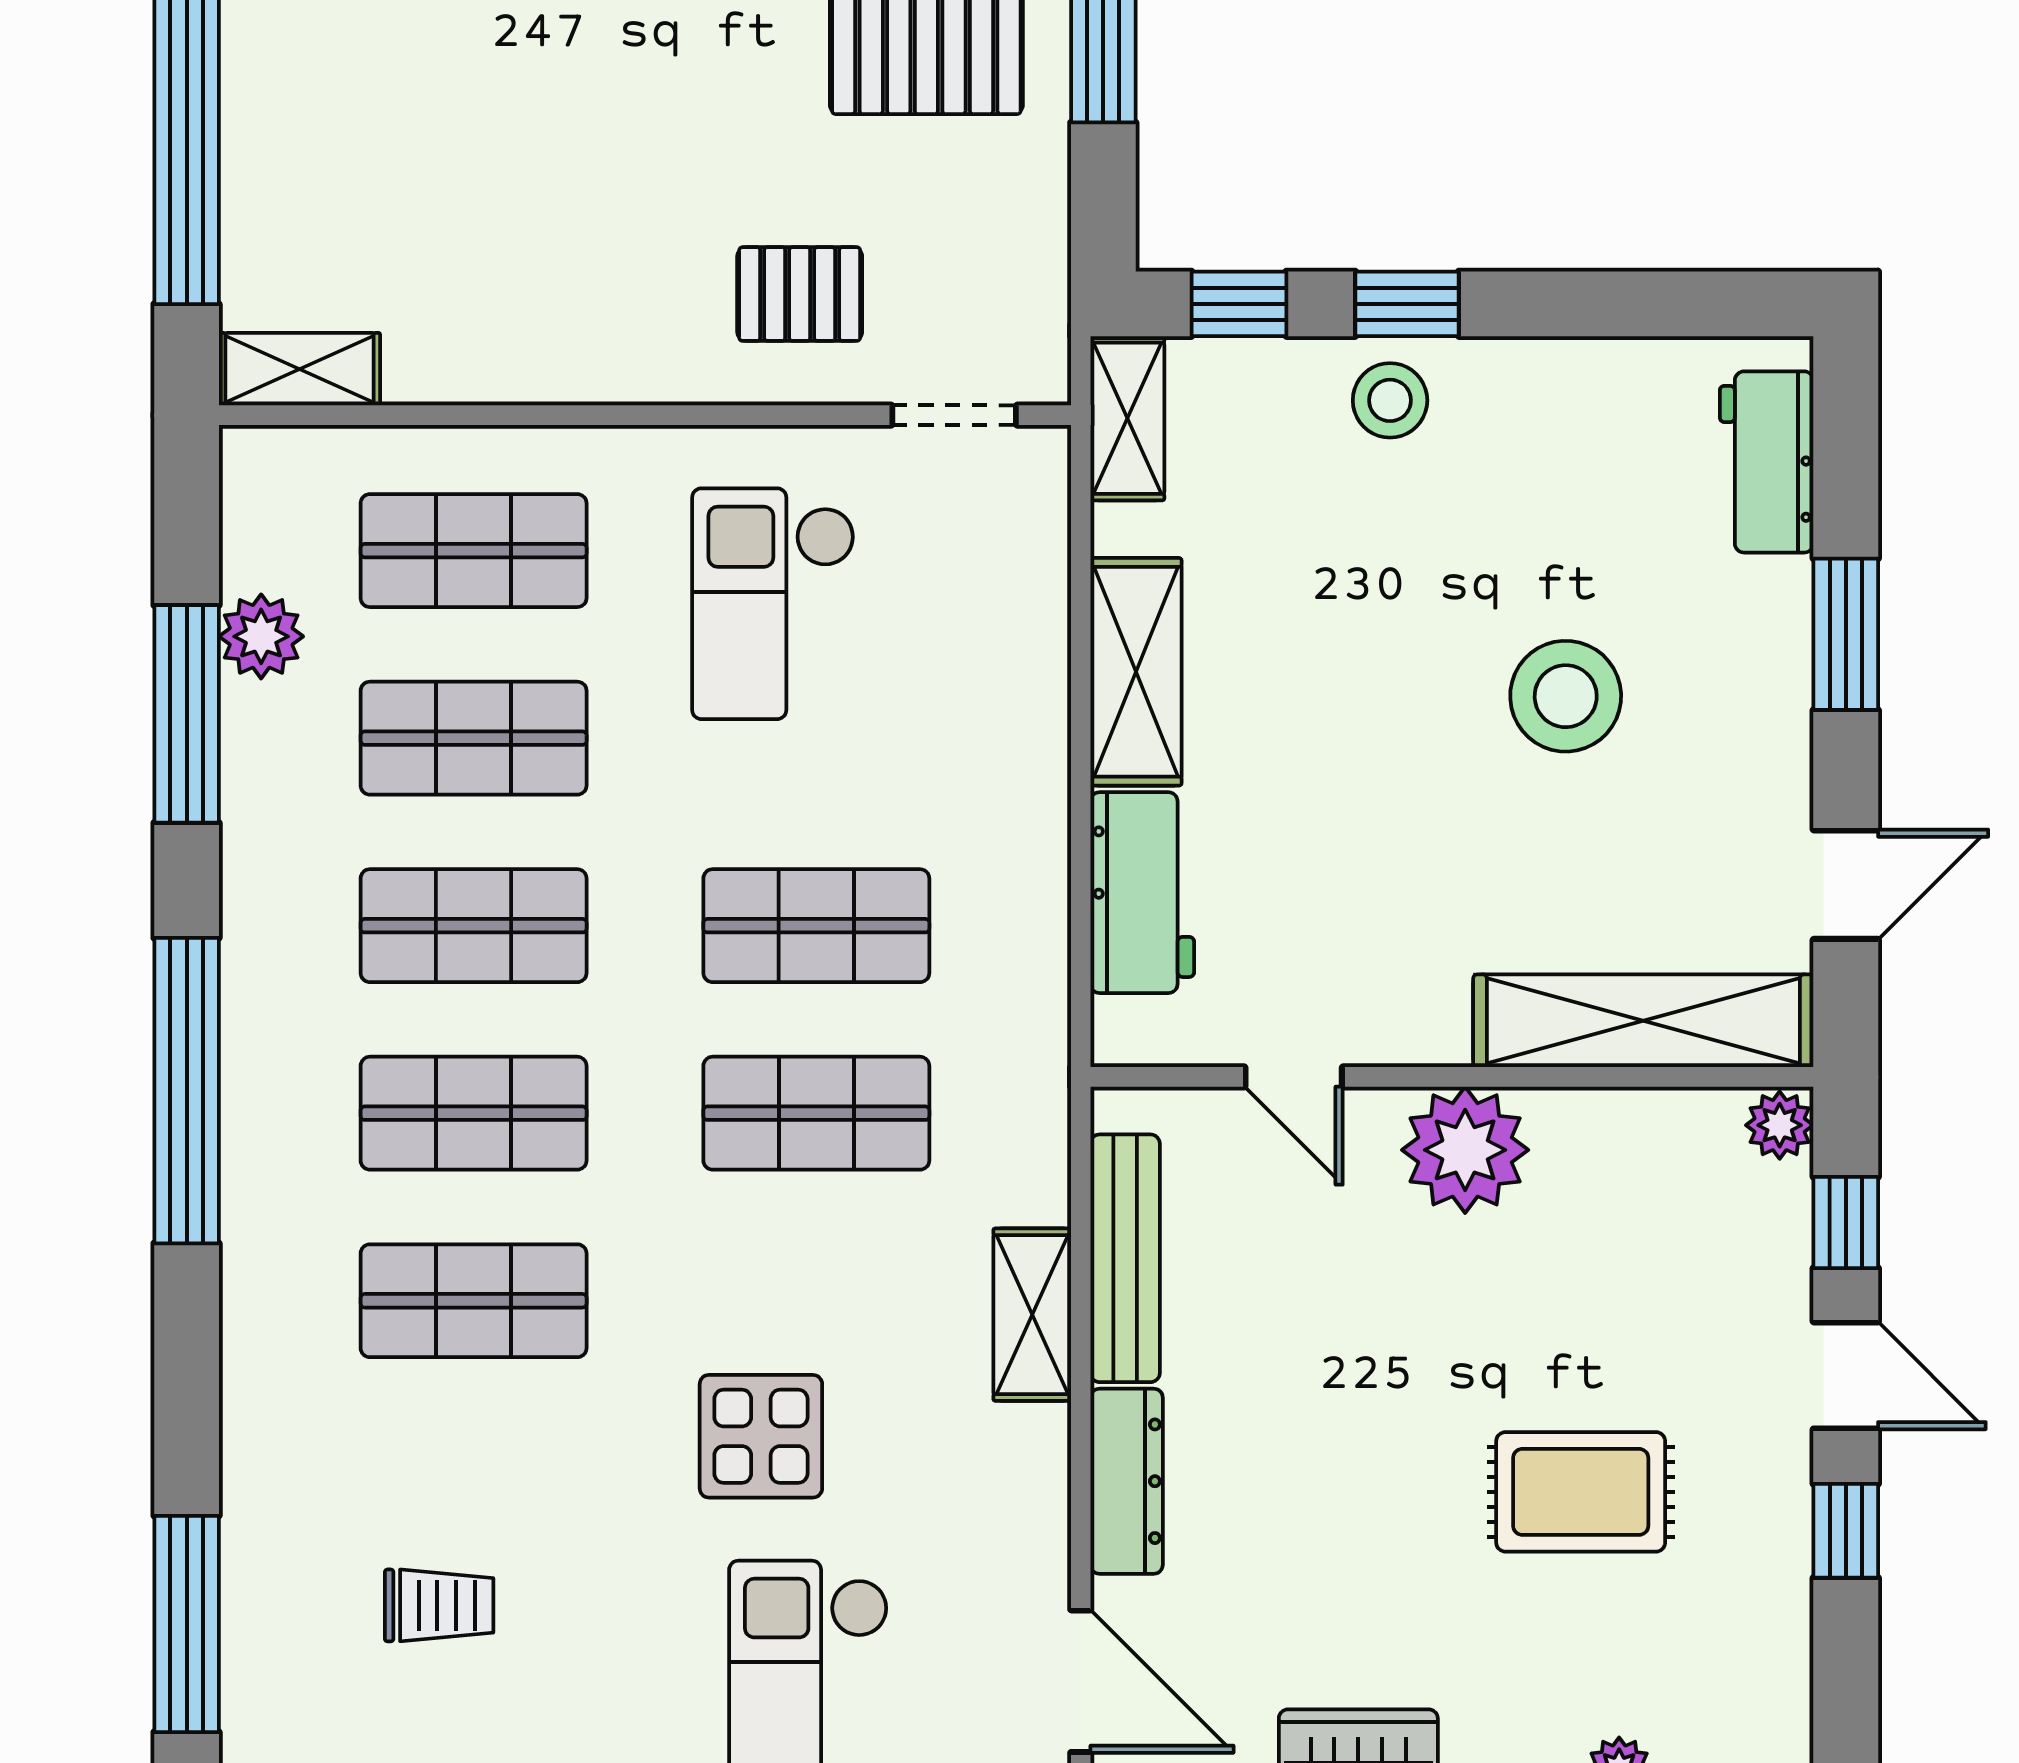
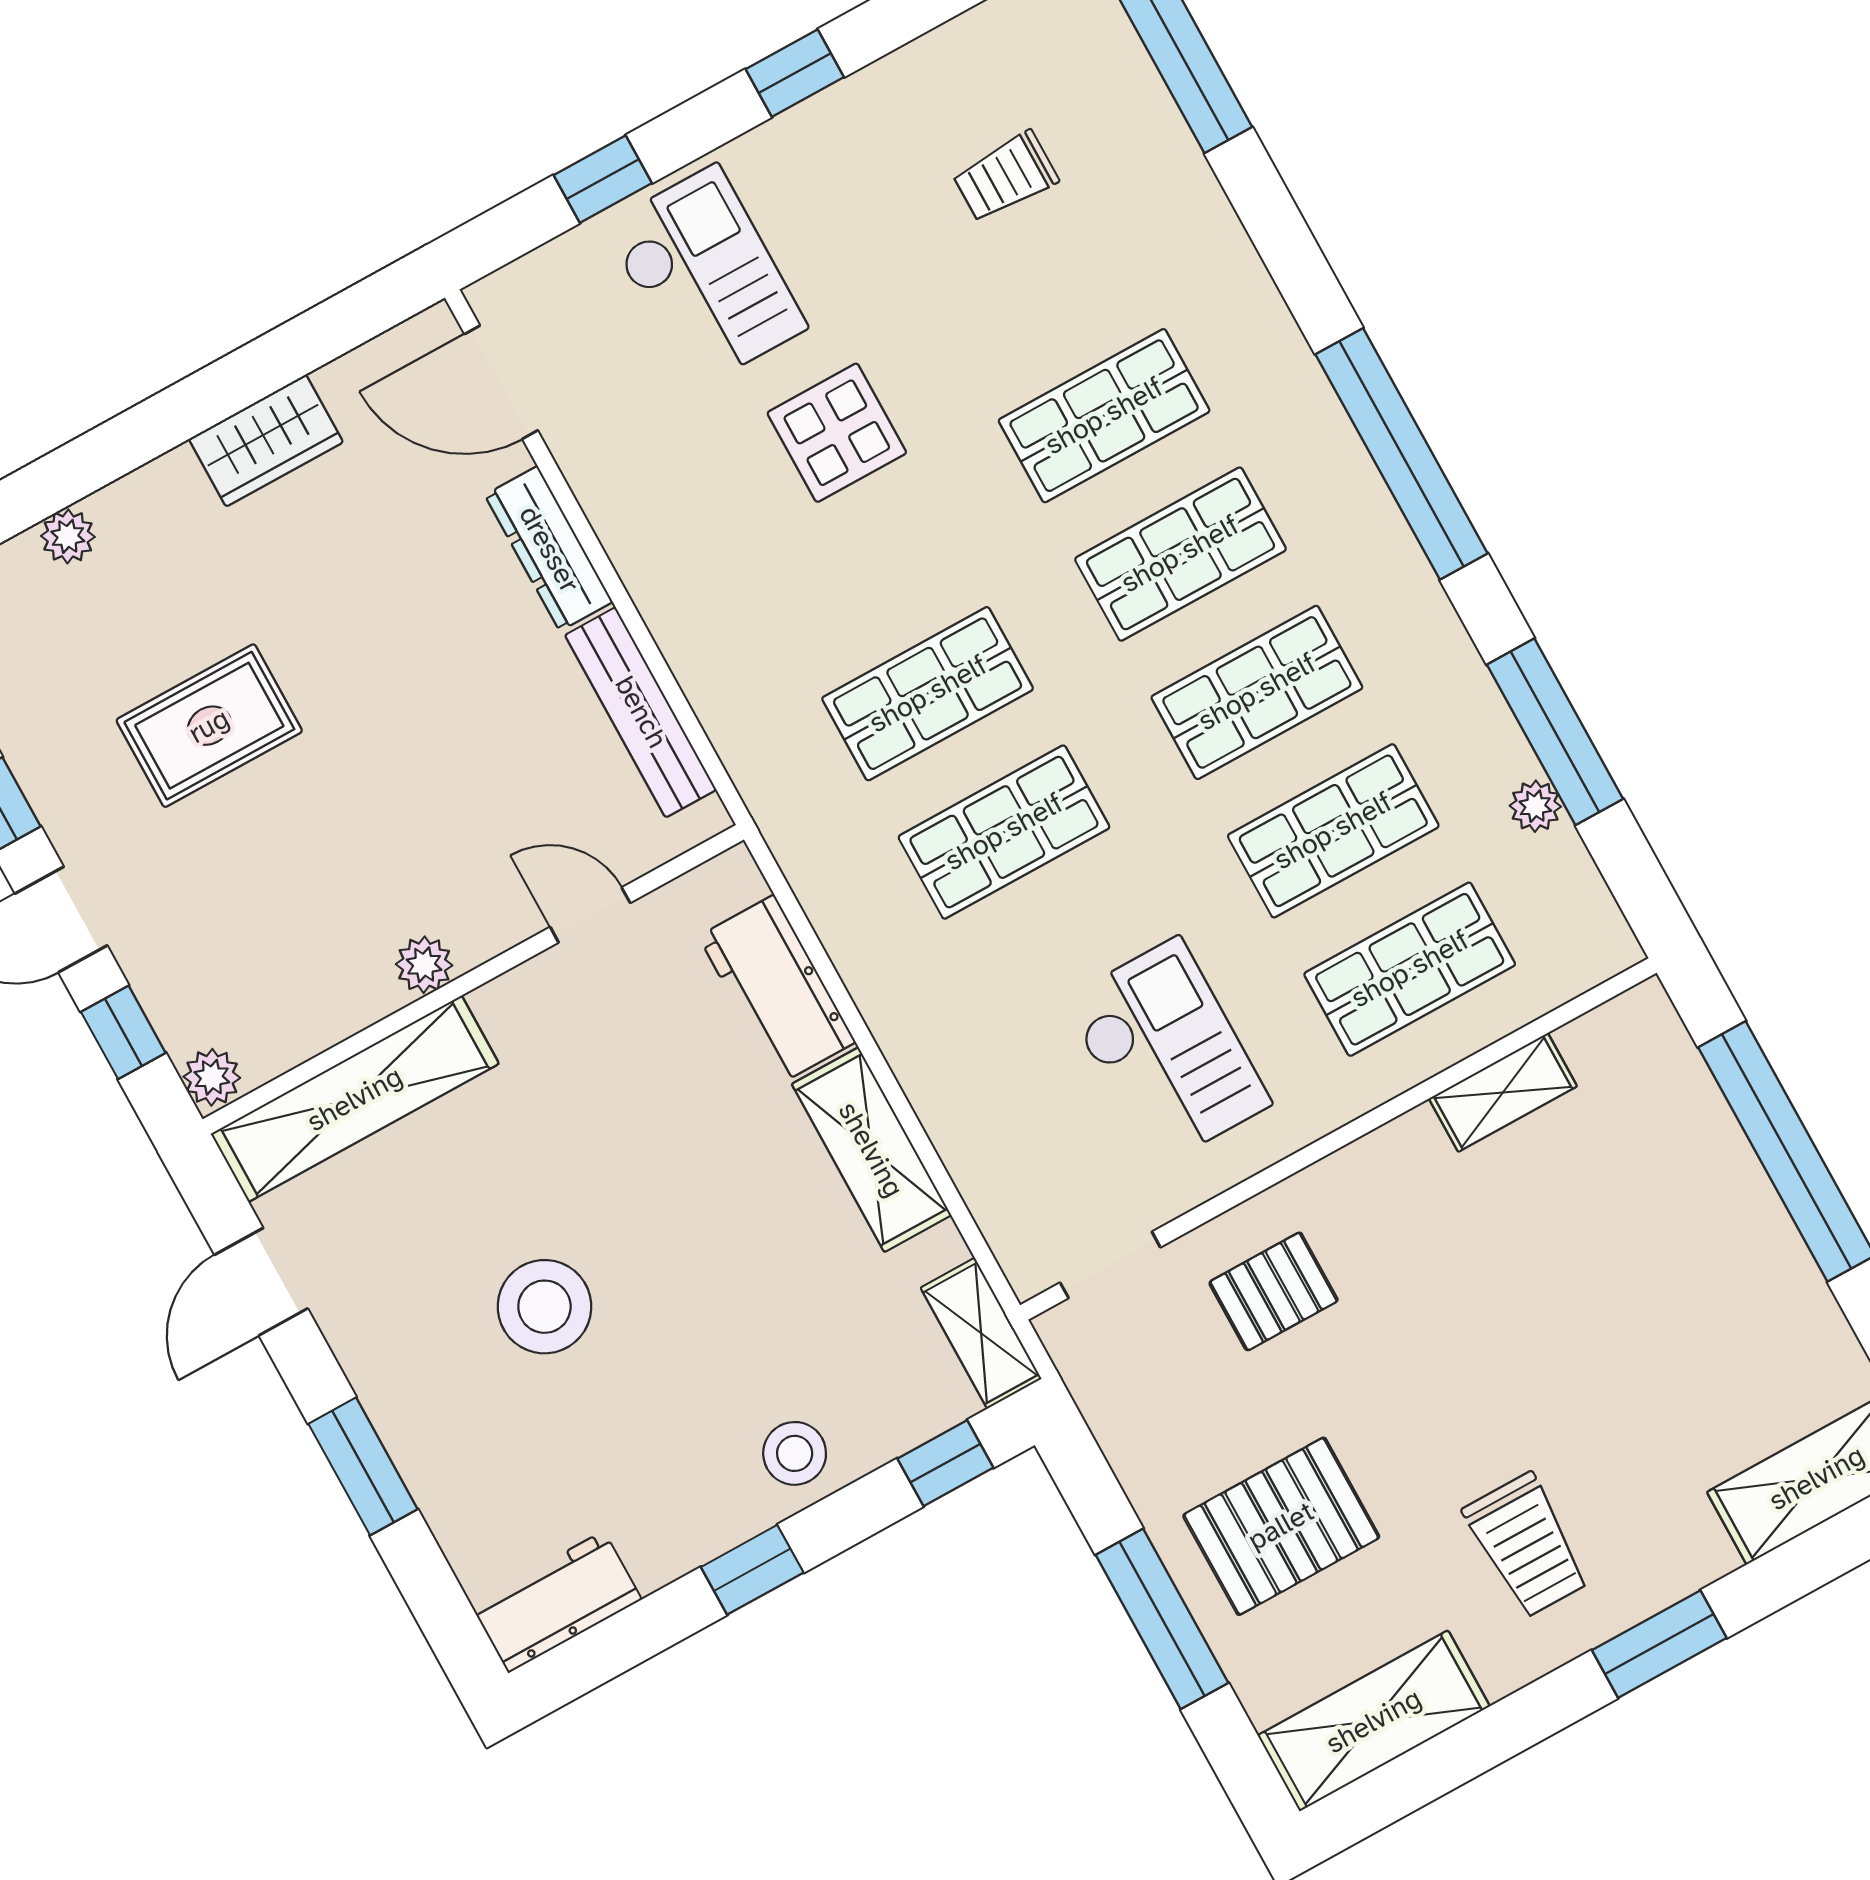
window: (1407, 304) -> (752, 1570), moved
shelving: (300, 369) -> (1503, 1092), moved
workbench: (1767, 462) -> (556, 1602), moved, turned -90
plant: (261, 636) -> (1535, 806), width x0.73, depth x0.73
plant: (1465, 1150) -> (424, 965), width x0.53, depth x0.53
shelving: (1032, 1315) -> (686, 633), removed

